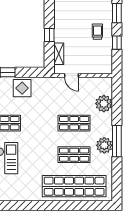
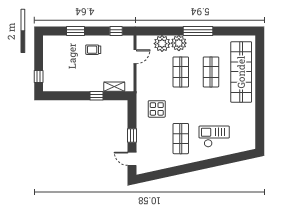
window: (117, 43) -> (116, 31), moved
door: (71, 75) -> (135, 57), moved
display table: (22, 88) -> (157, 109), moved
plant: (104, 145) -> (179, 43), moved

